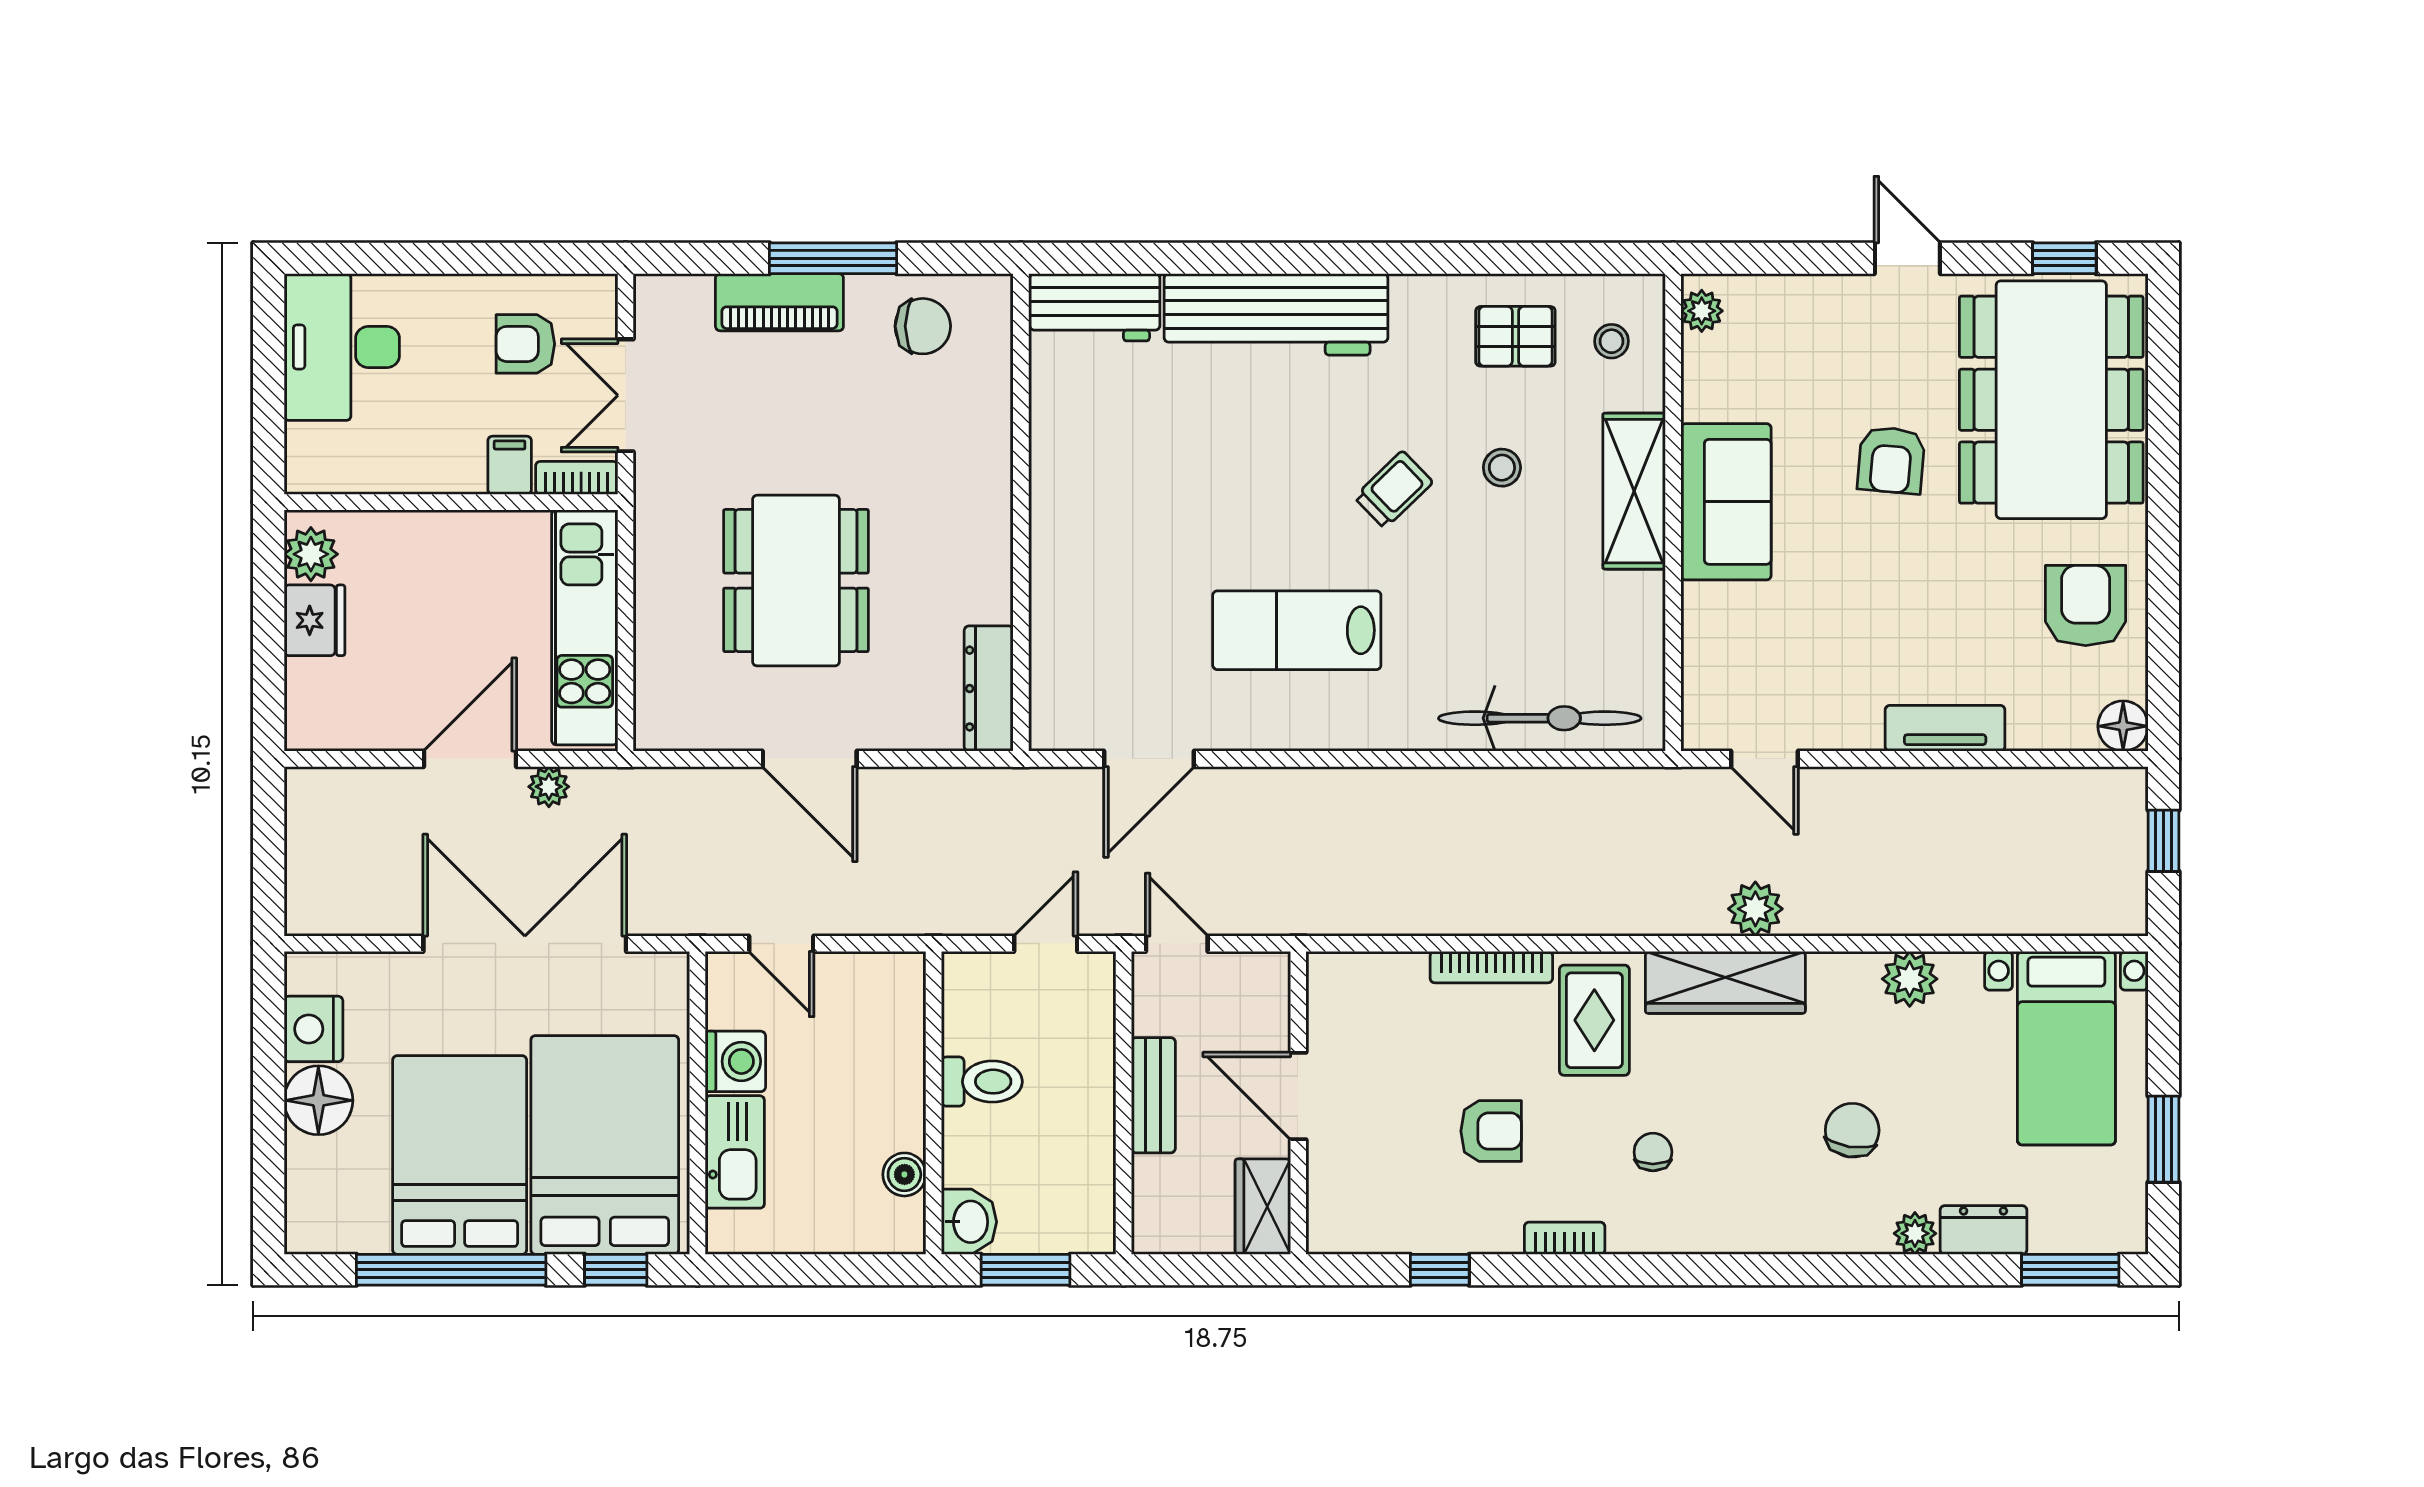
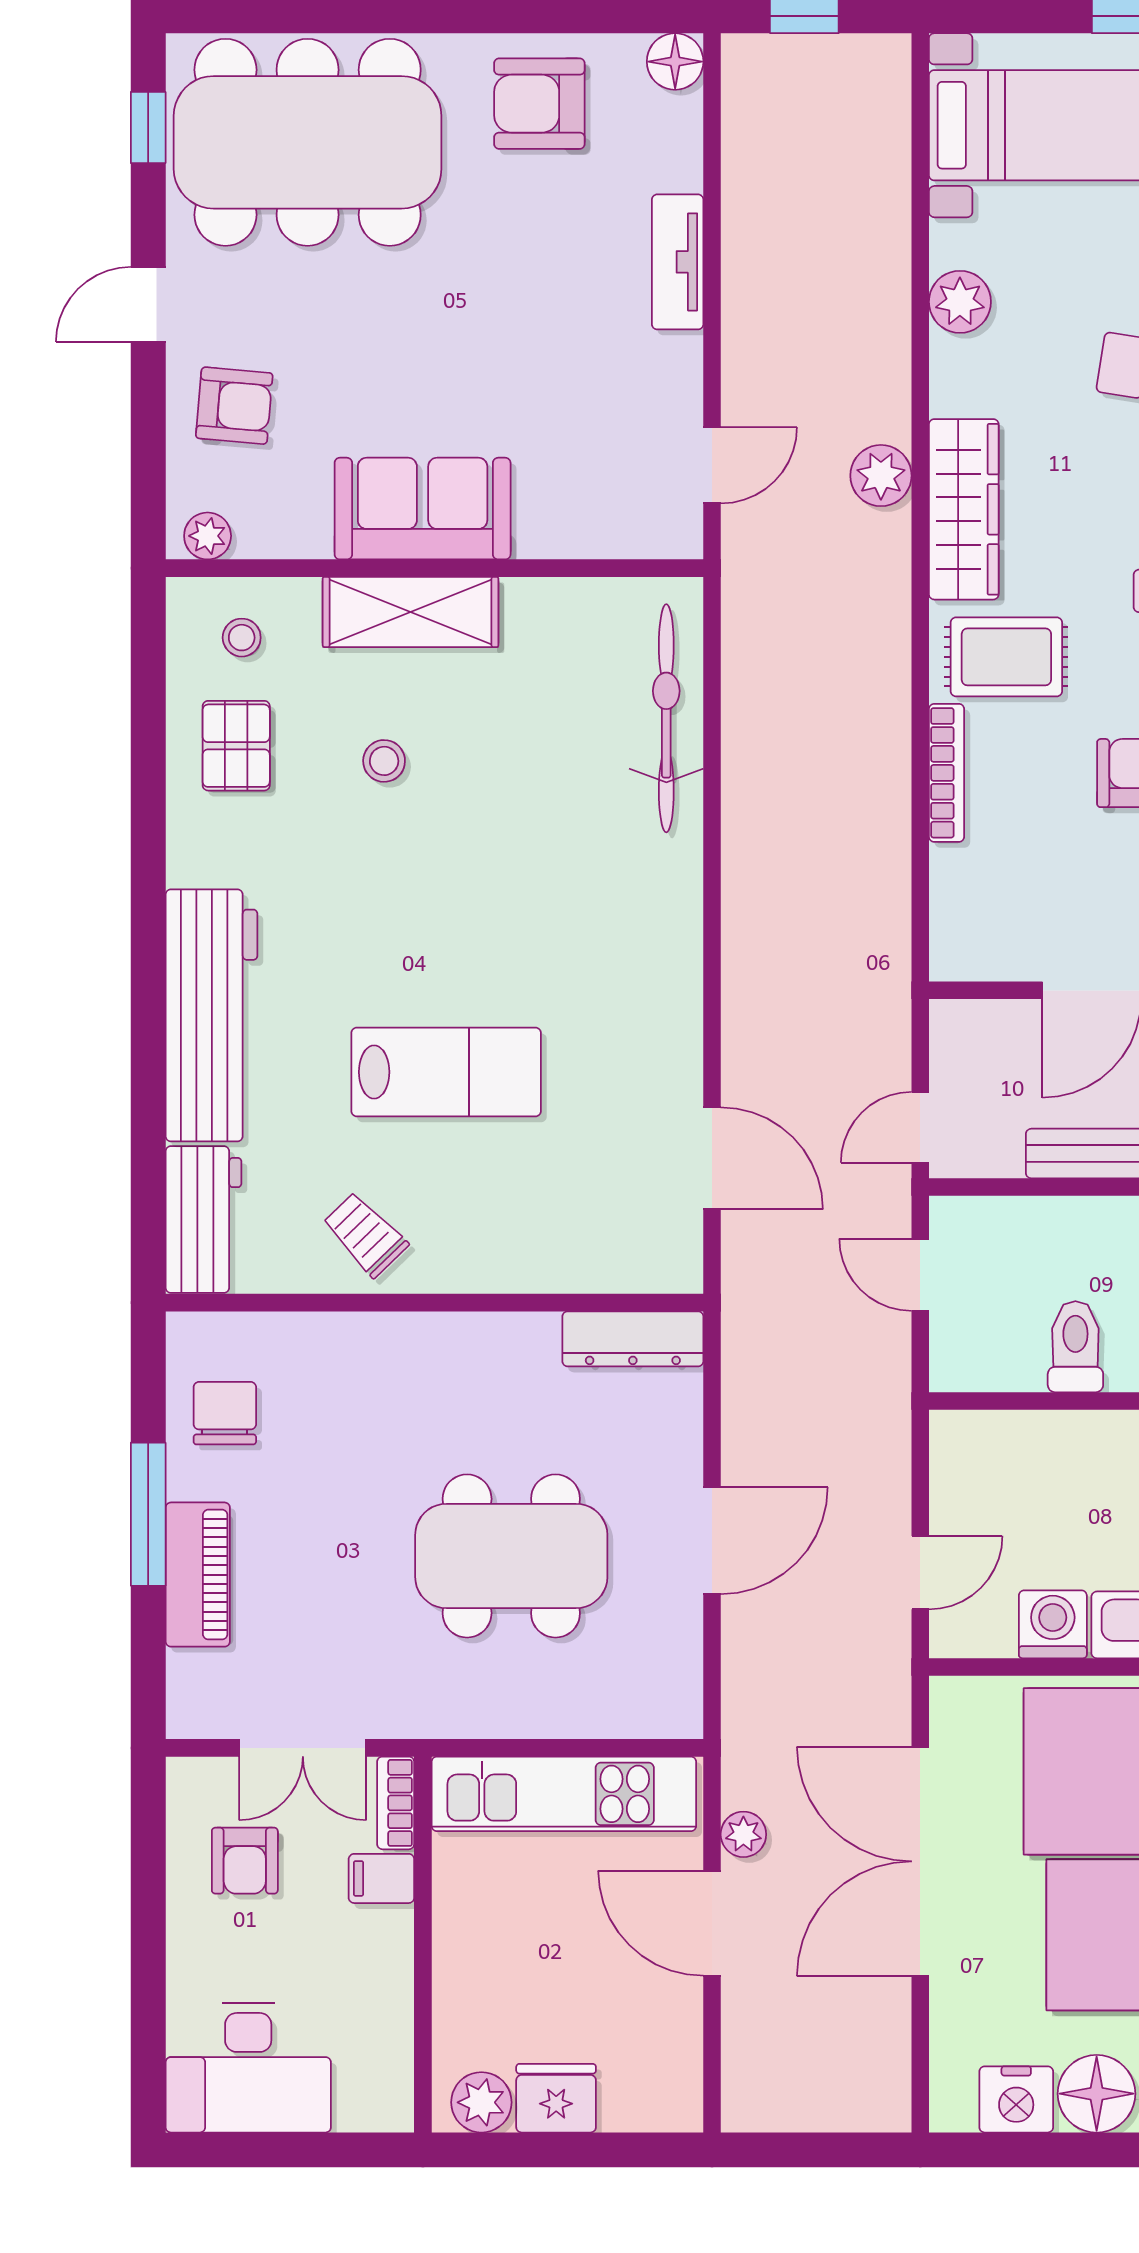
armchair: (1891, 460) -> (234, 406), moved
trolley: (1394, 490) -> (365, 1234), moved
lab bench: (1297, 630) -> (446, 1072), moved, turned -90

